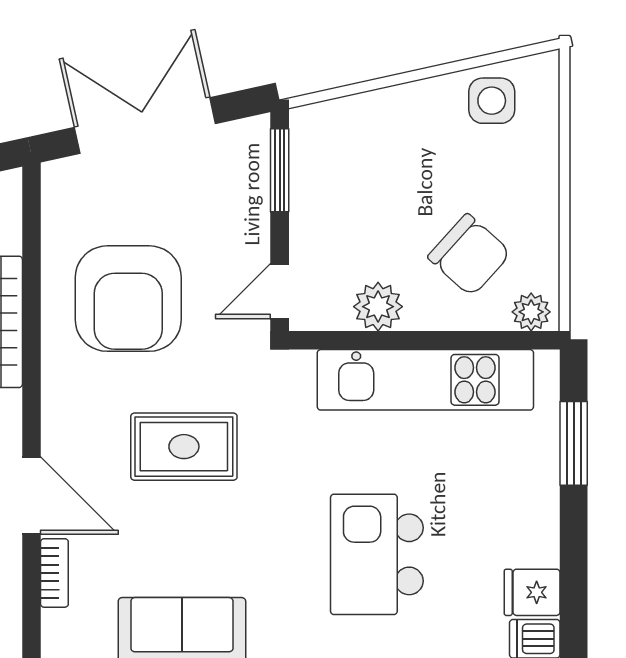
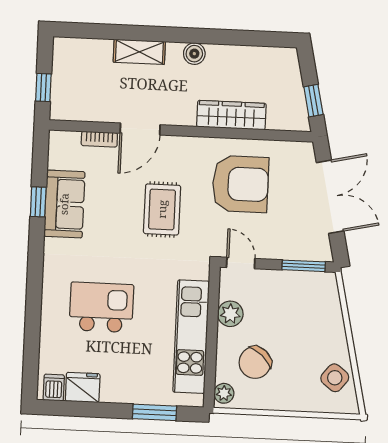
side table: (492, 101) -> (335, 378), turned 38
armchair: (128, 299) -> (240, 184), turned 180
fridge: (532, 592) -> (83, 387), width x1.38

